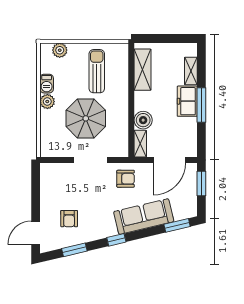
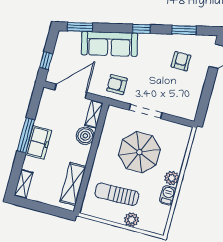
plant: (60, 50) -> (131, 220), moved
sun lounger: (97, 71) -> (117, 194), turned 88
shelving: (191, 71) -> (24, 184), moved
window: (201, 184) -> (46, 61), width x0.67

